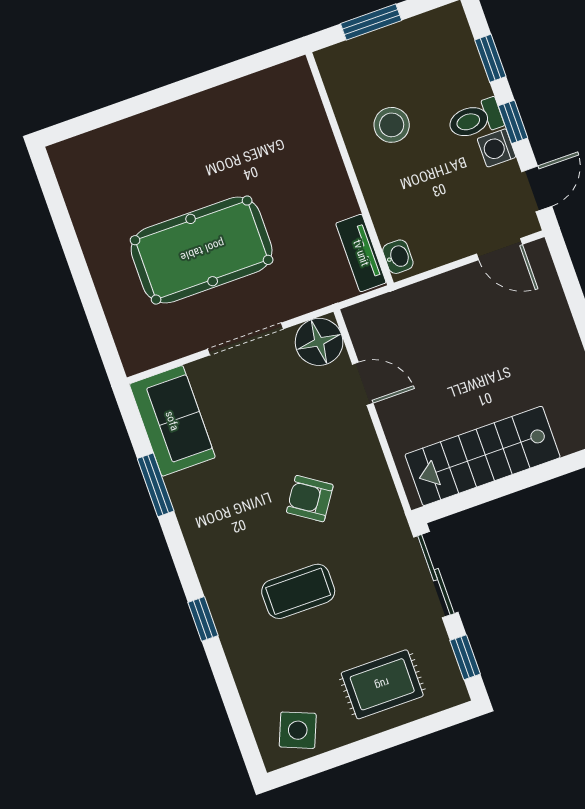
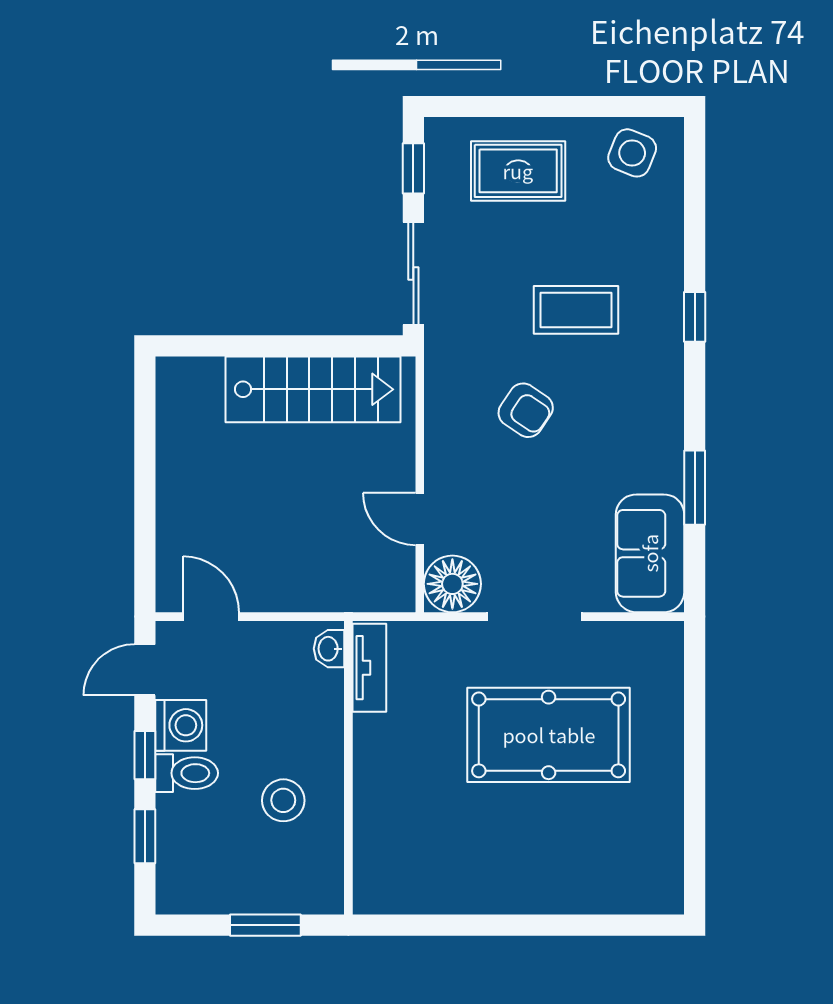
washing machine: (497, 148) -> (181, 725), width x1.38, depth x1.38

